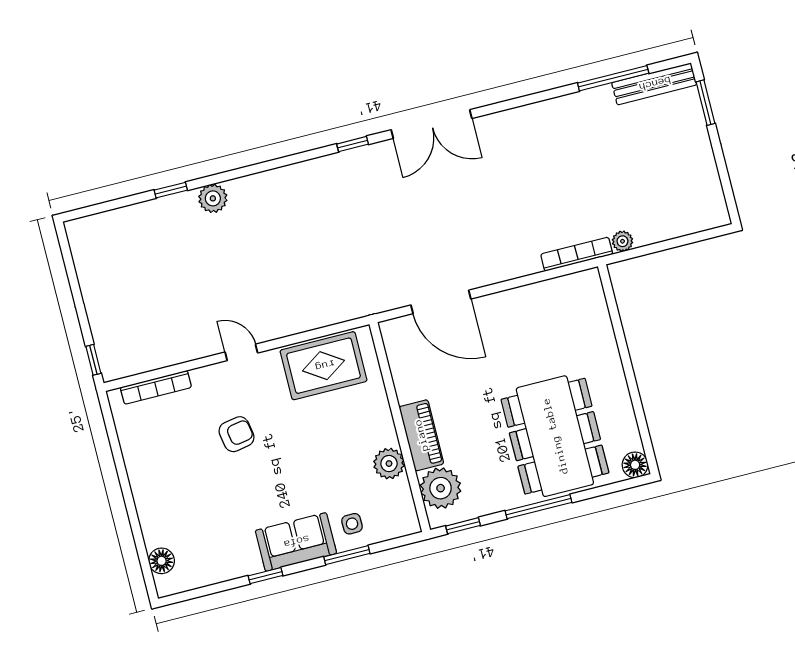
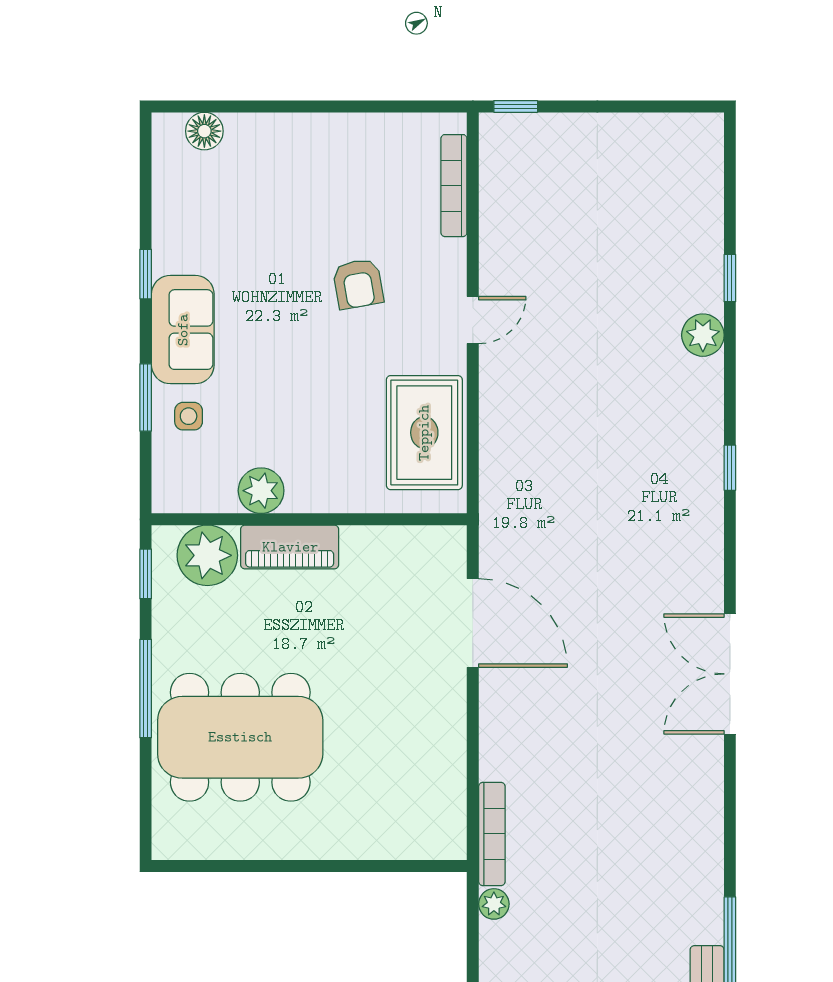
window: (353, 144) -> (730, 468), moved
door: (441, 302) -> (473, 623), swing flipped
floor lamp: (635, 465) -> (170, 841), removed

